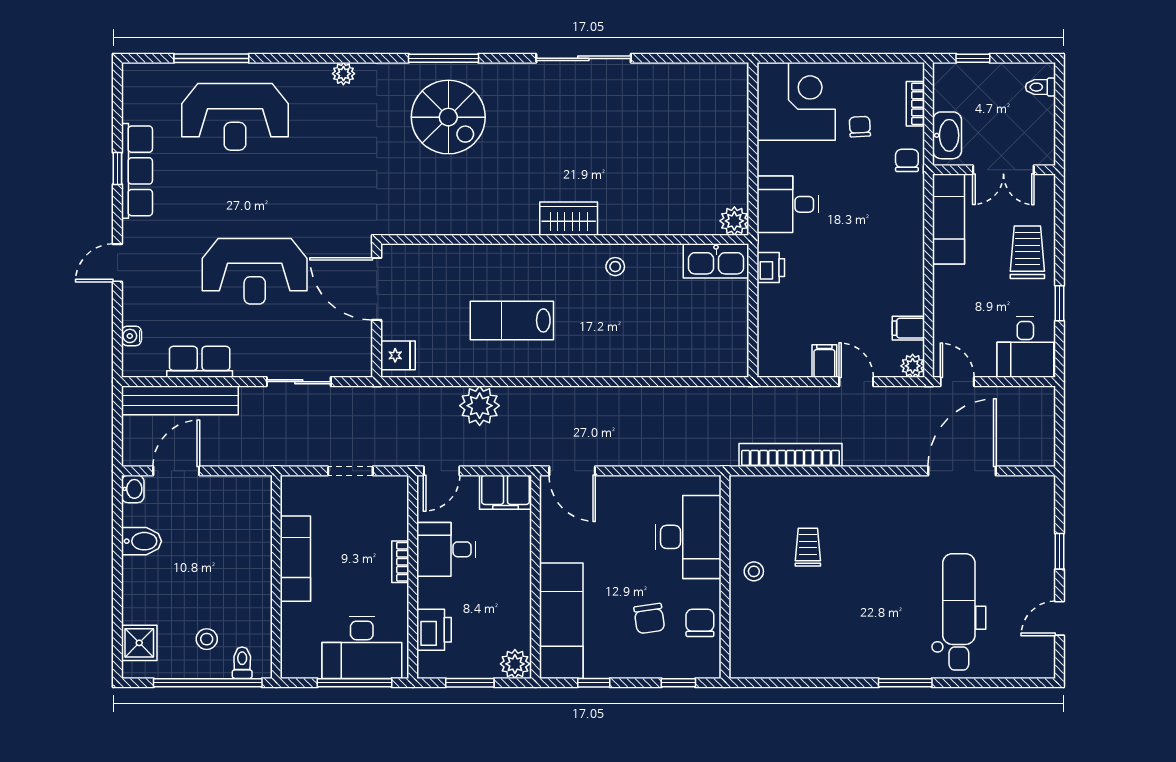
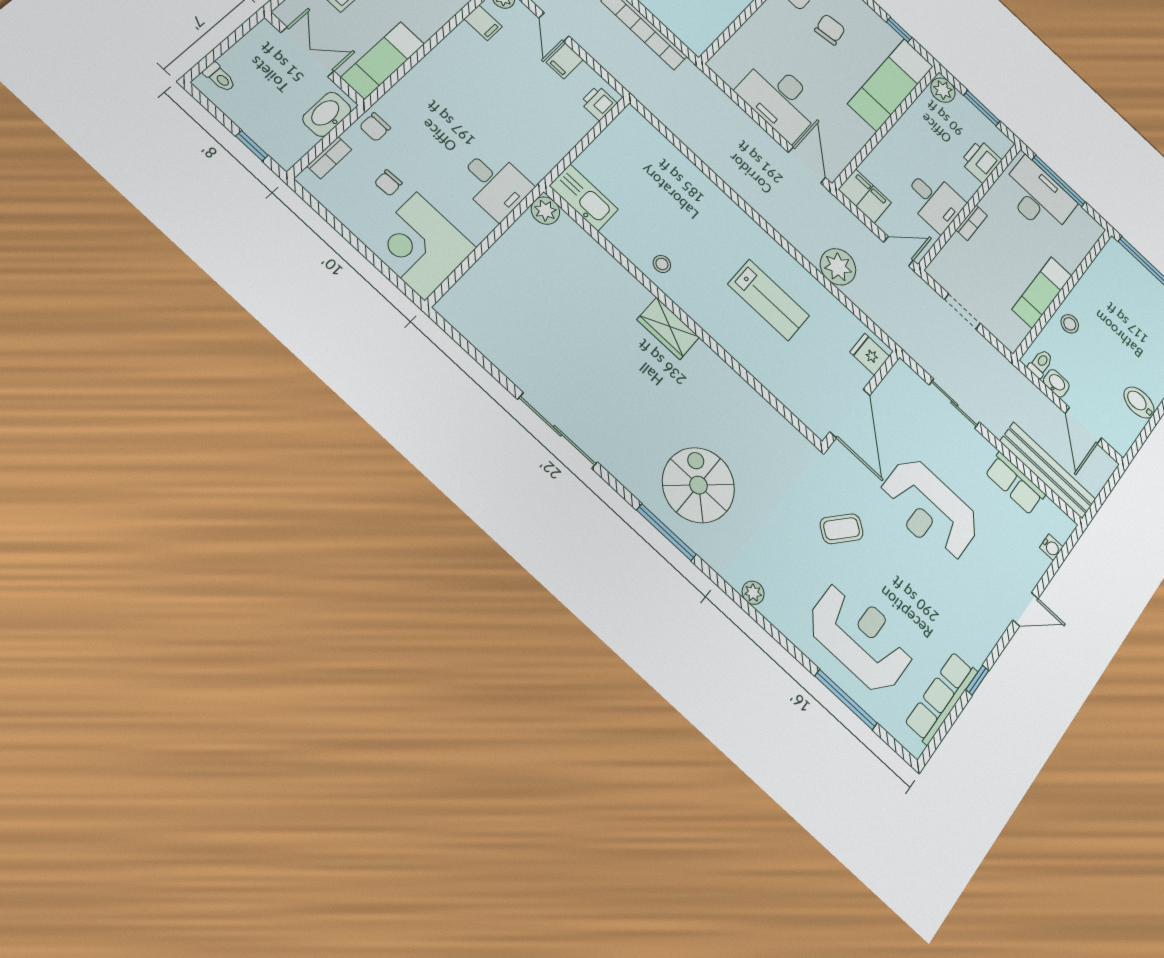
row of seats: (137, 171) -> (941, 698), moved
coffee table: (313, 188) -> (842, 529), added
printer: (771, 268) -> (599, 103), moved
reception desk: (255, 271) -> (930, 509), turned 180
door: (176, 471) -> (1083, 426), hinge flipped
washbasin: (133, 489) -> (1056, 383), moved, turned 90
desk: (688, 537) -> (780, 99), moved, turned -90
stool: (207, 639) -> (1070, 324), moved
toilet: (242, 663) -> (1041, 363), moved, turned 180

